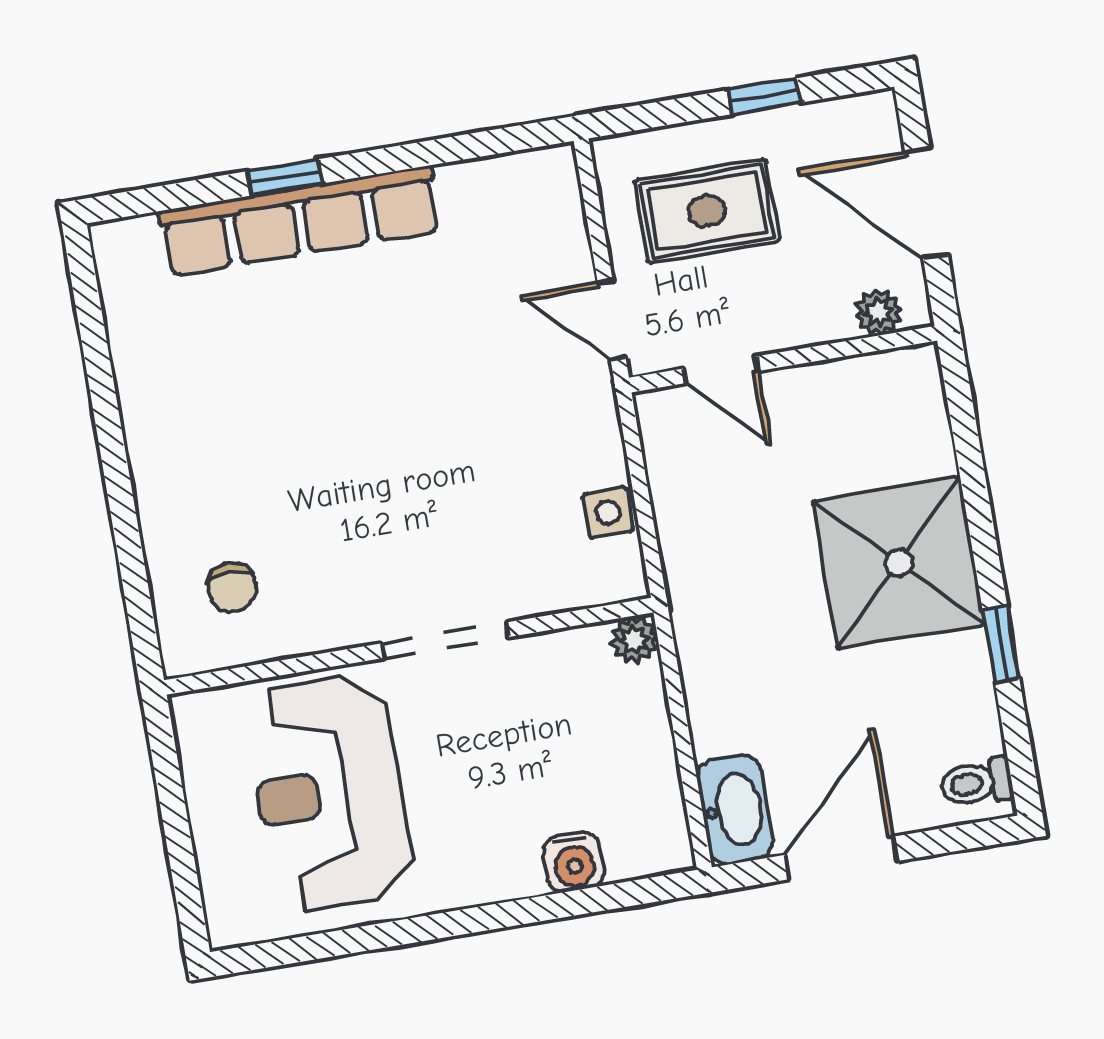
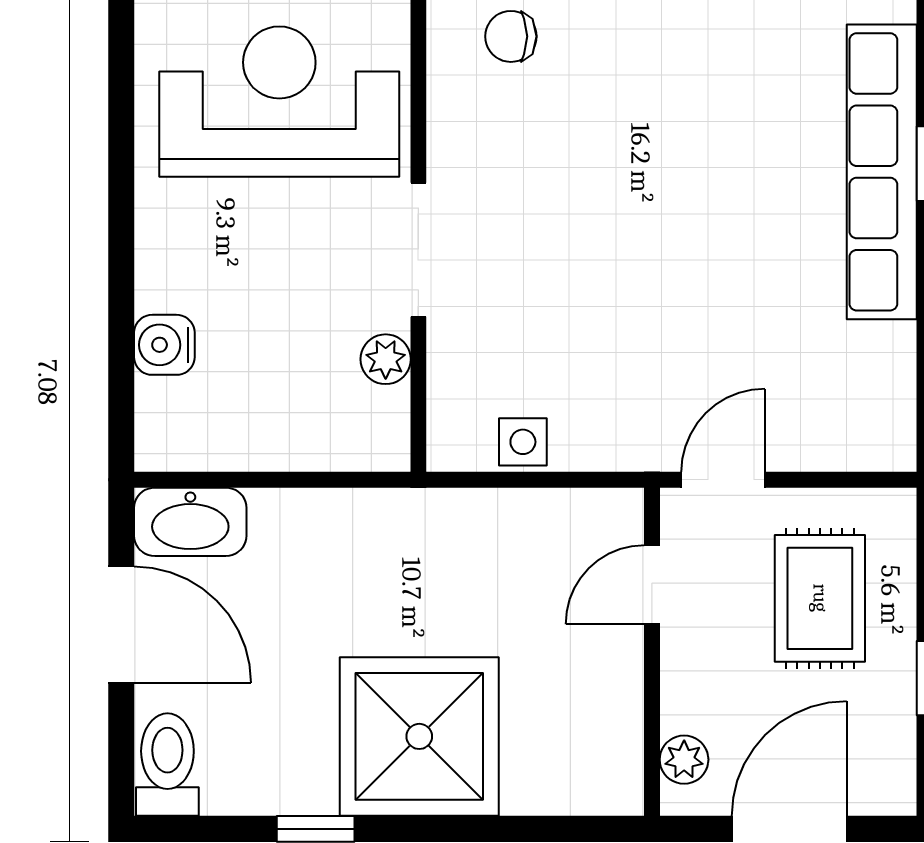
plant: (634, 640) -> (386, 359), moved
toilet: (976, 783) -> (167, 764), width x1.37, depth x1.39

